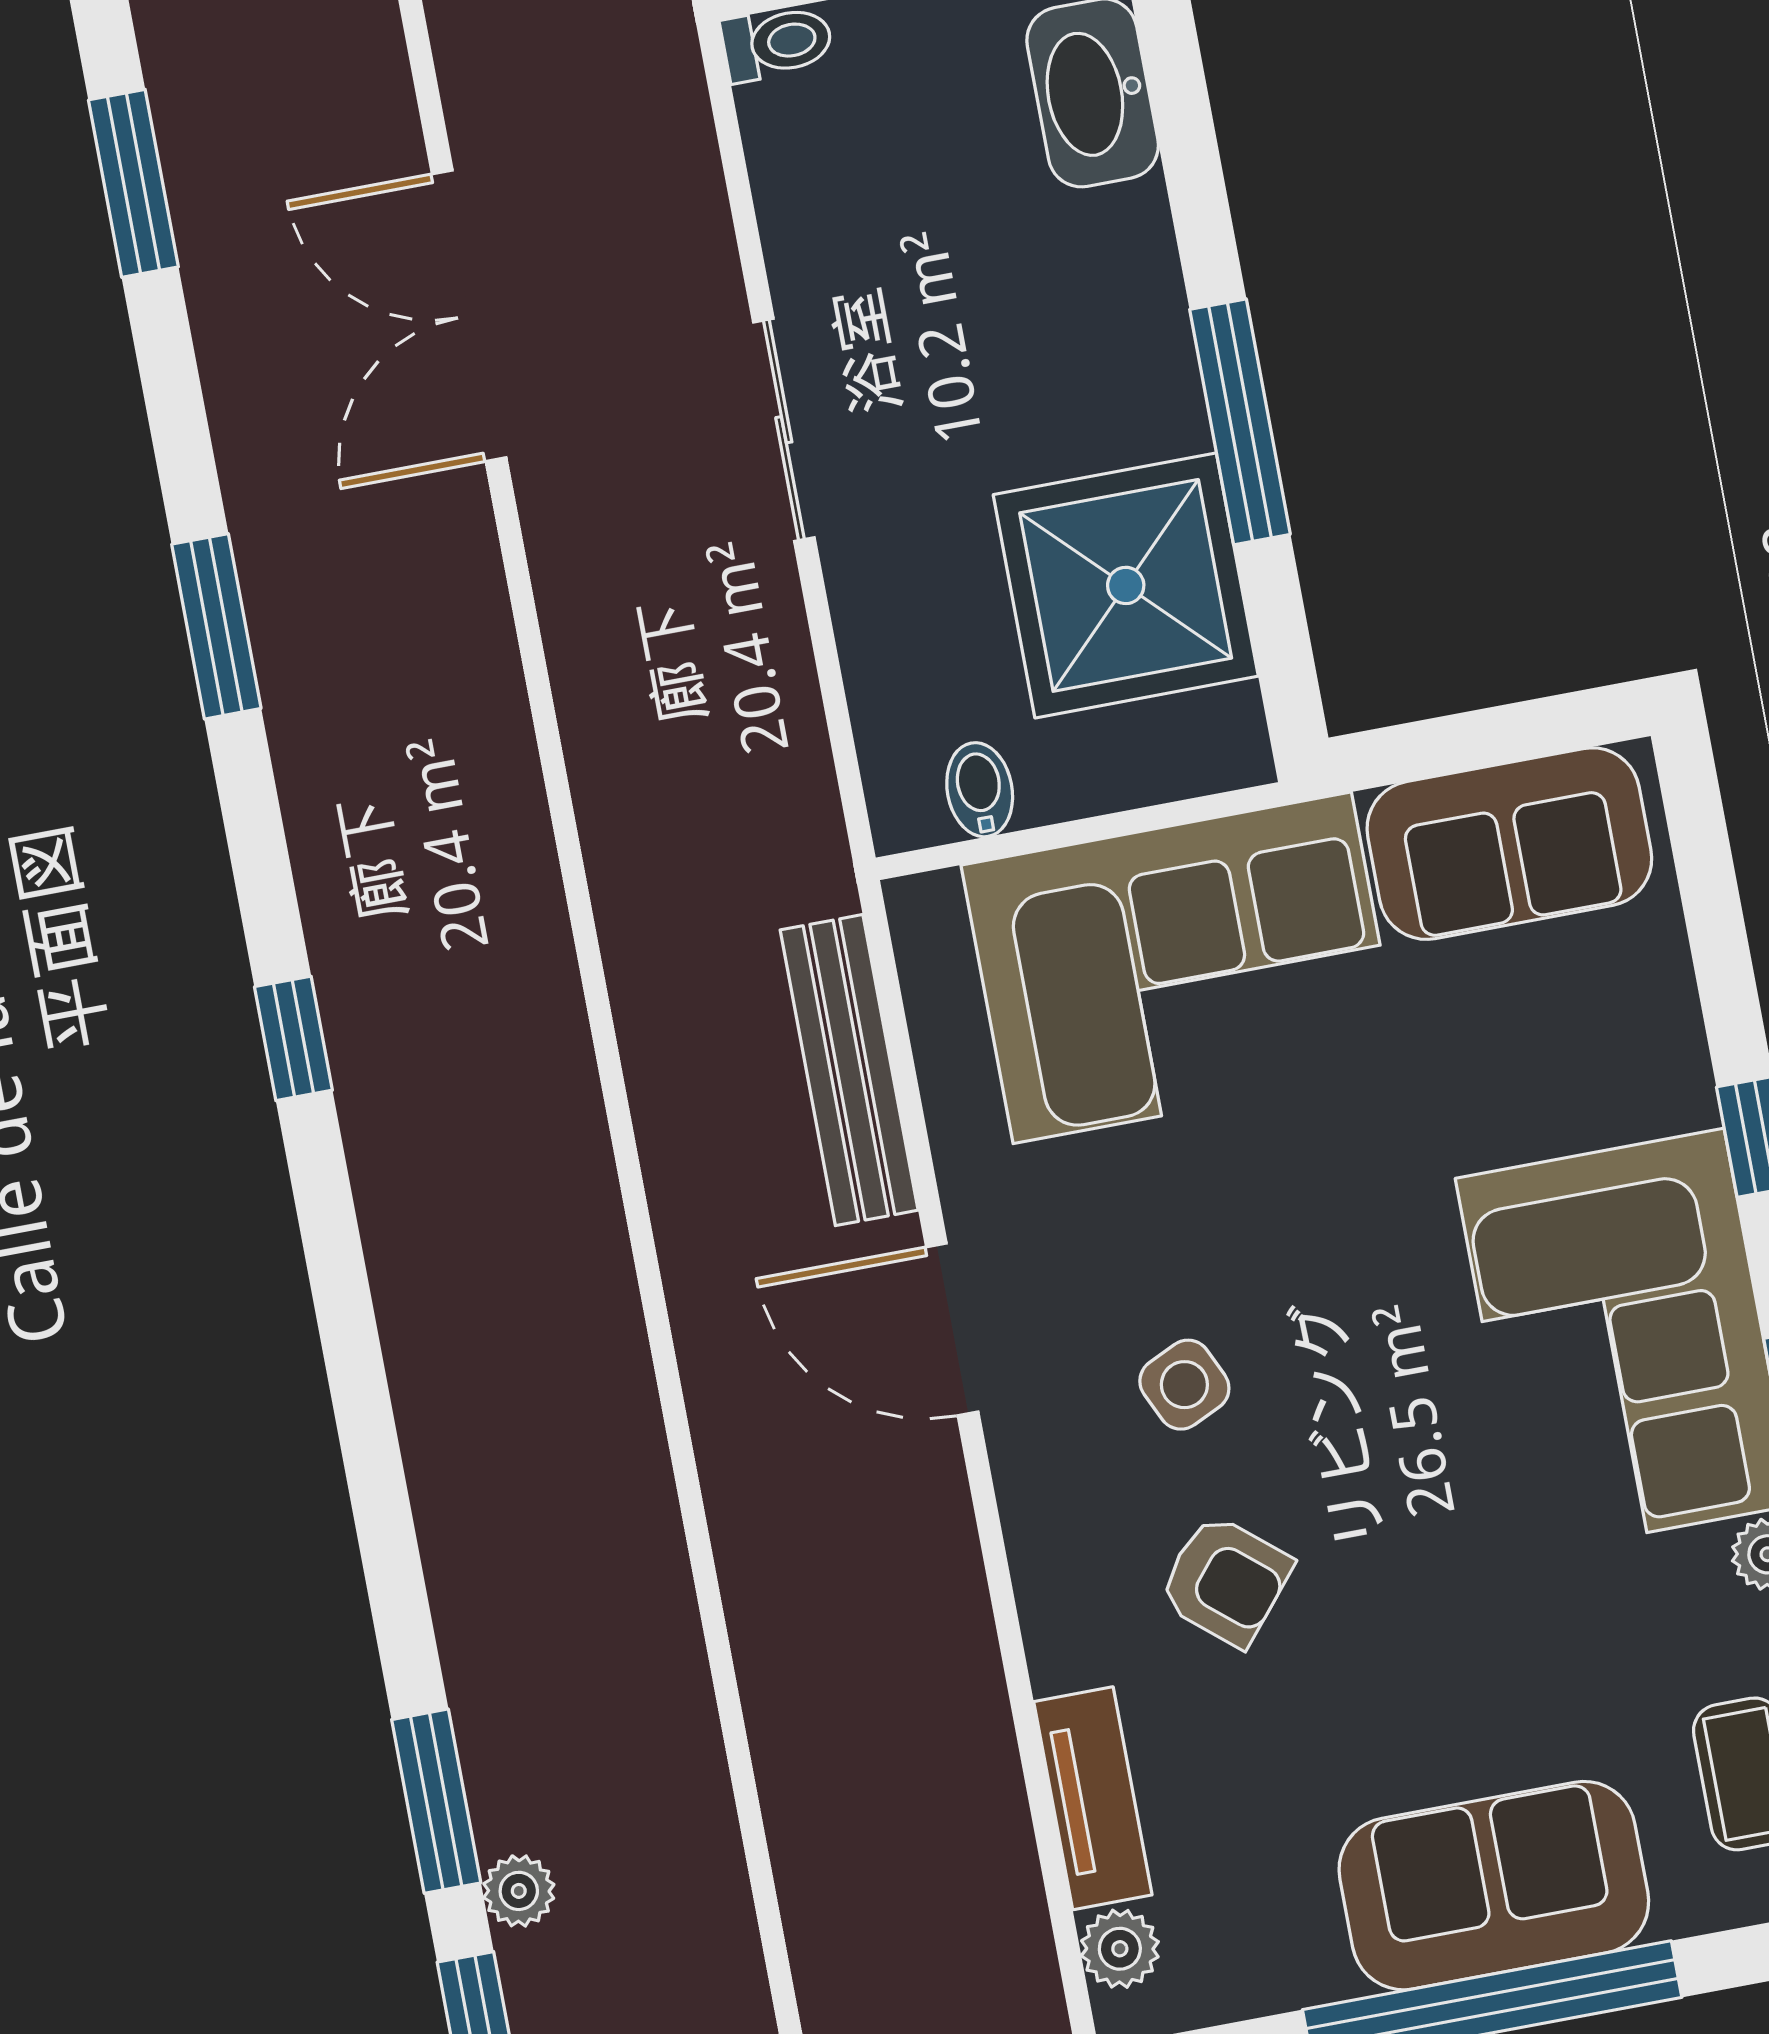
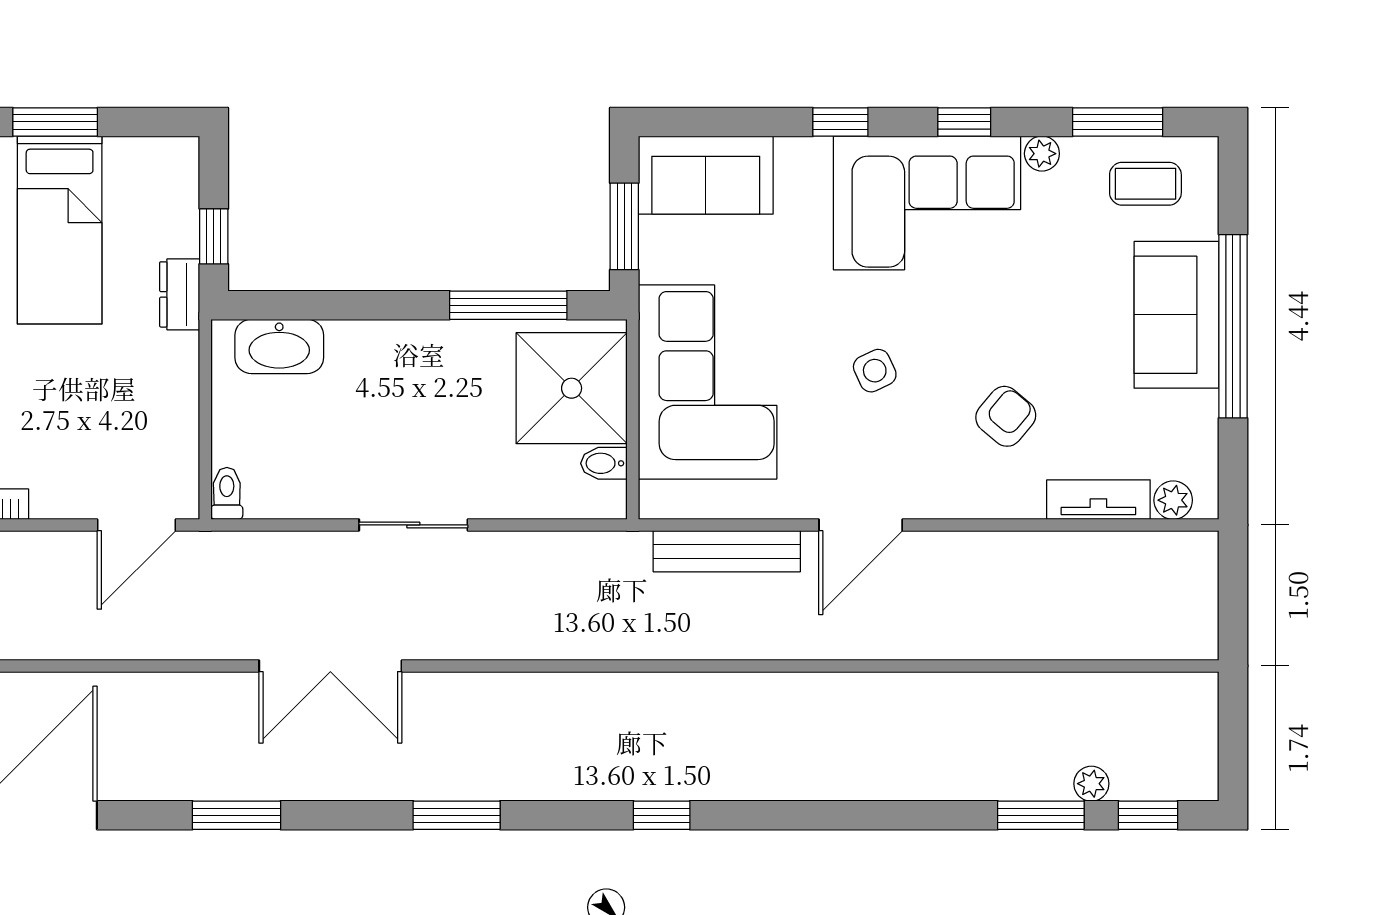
window: (1240, 422) -> (508, 305), moved
shower: (1126, 585) -> (572, 388), moved
window: (1464, 742) -> (624, 226), added
sofa: (1509, 844) -> (706, 175), moved, turned 90
side table: (1184, 1385) -> (875, 371), moved

